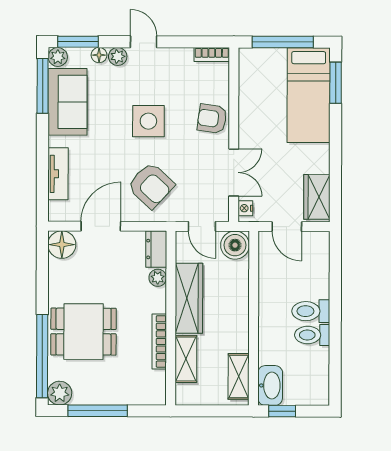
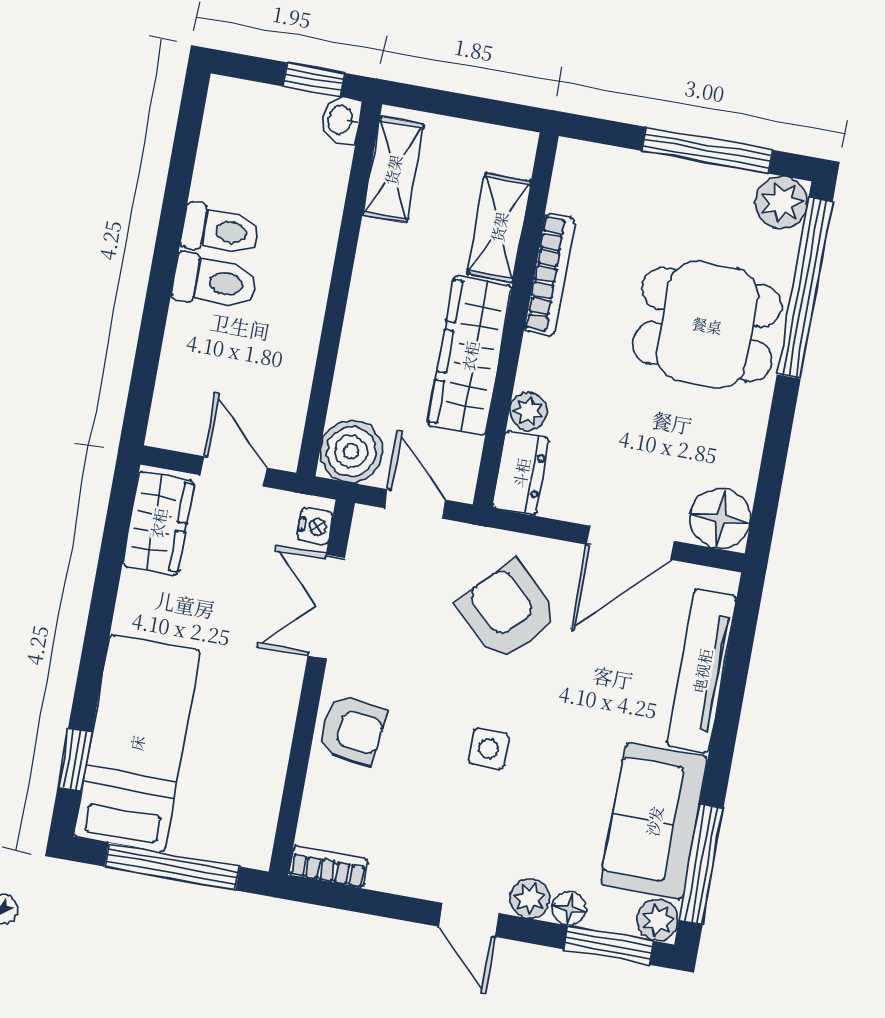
window: (336, 83) -> (75, 760), width x0.67
side table: (148, 121) -> (489, 749), width x0.54, depth x0.54
tv unit: (58, 174) -> (702, 671), width x1.41
washbasin: (270, 385) -> (341, 120), width x0.52, depth x0.69

